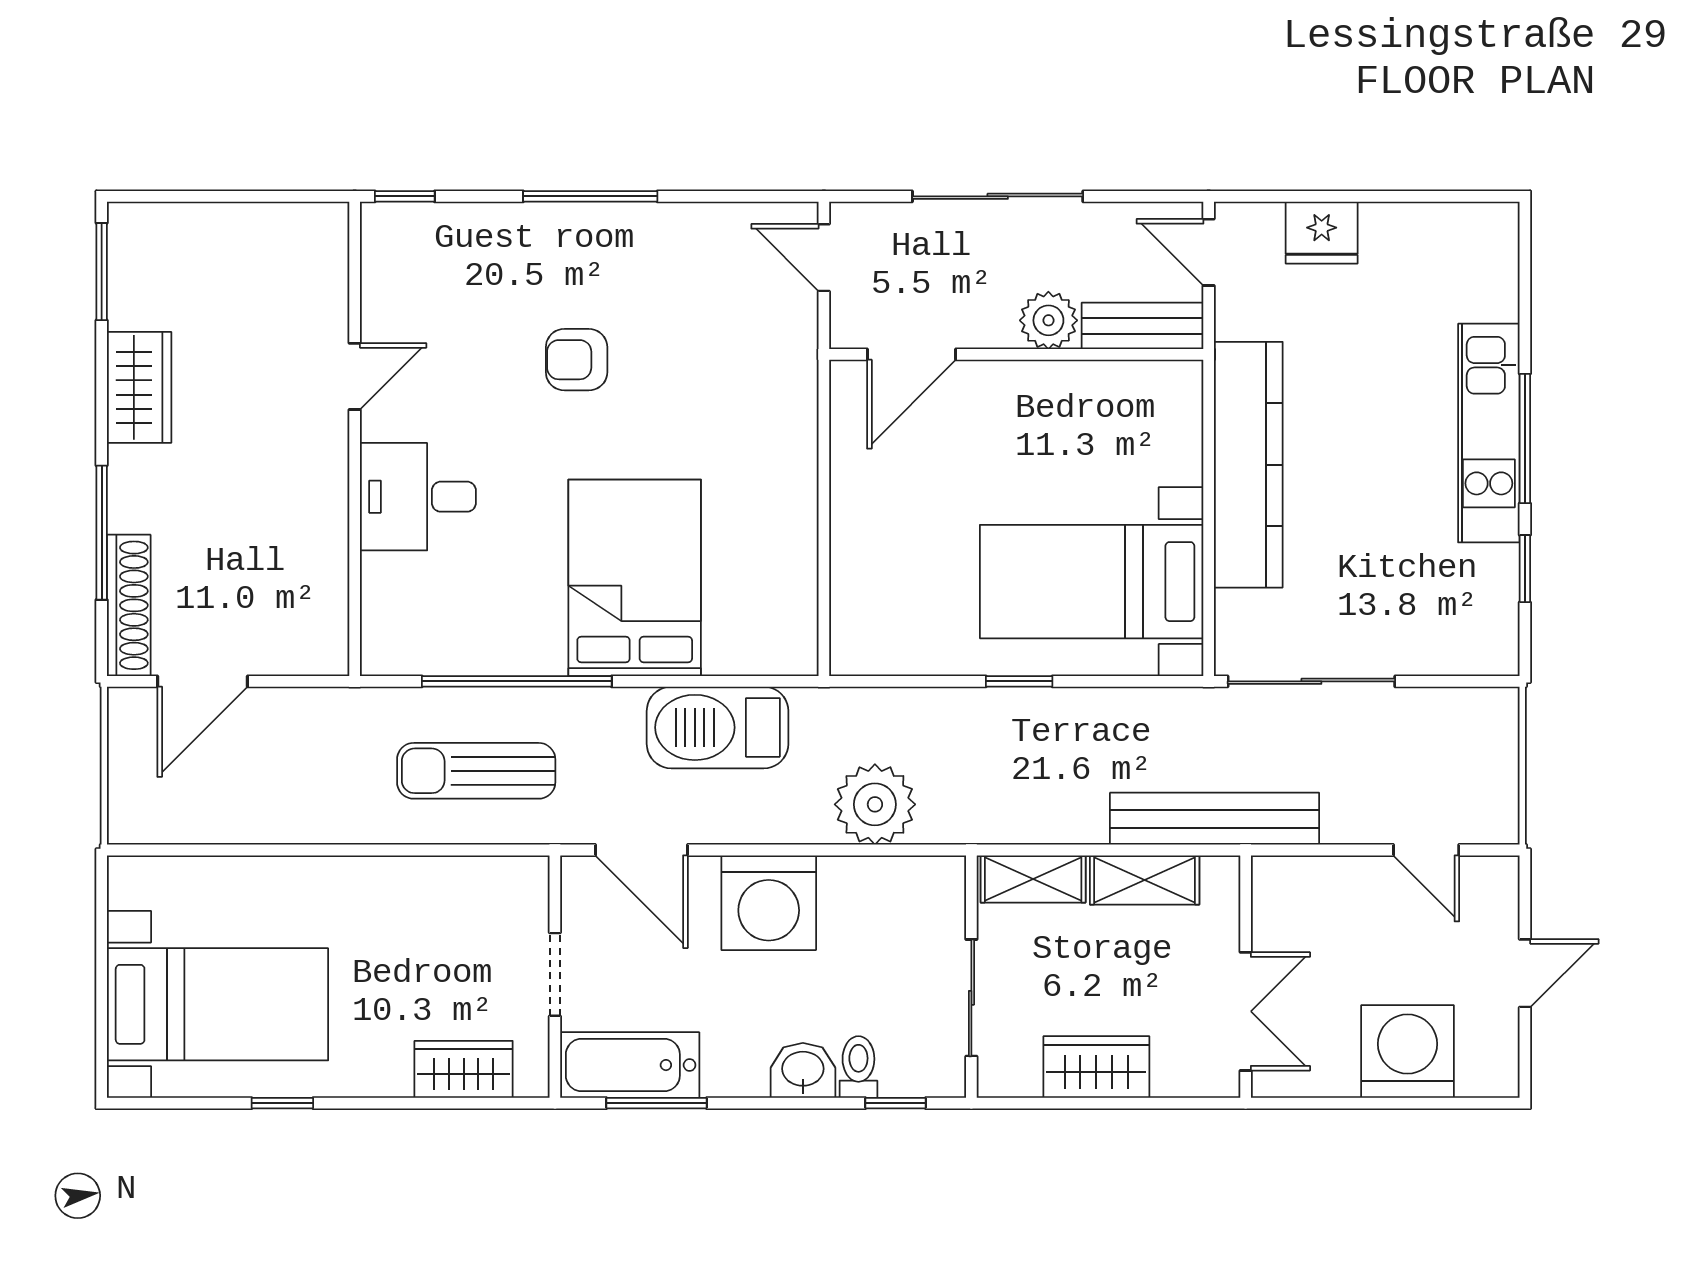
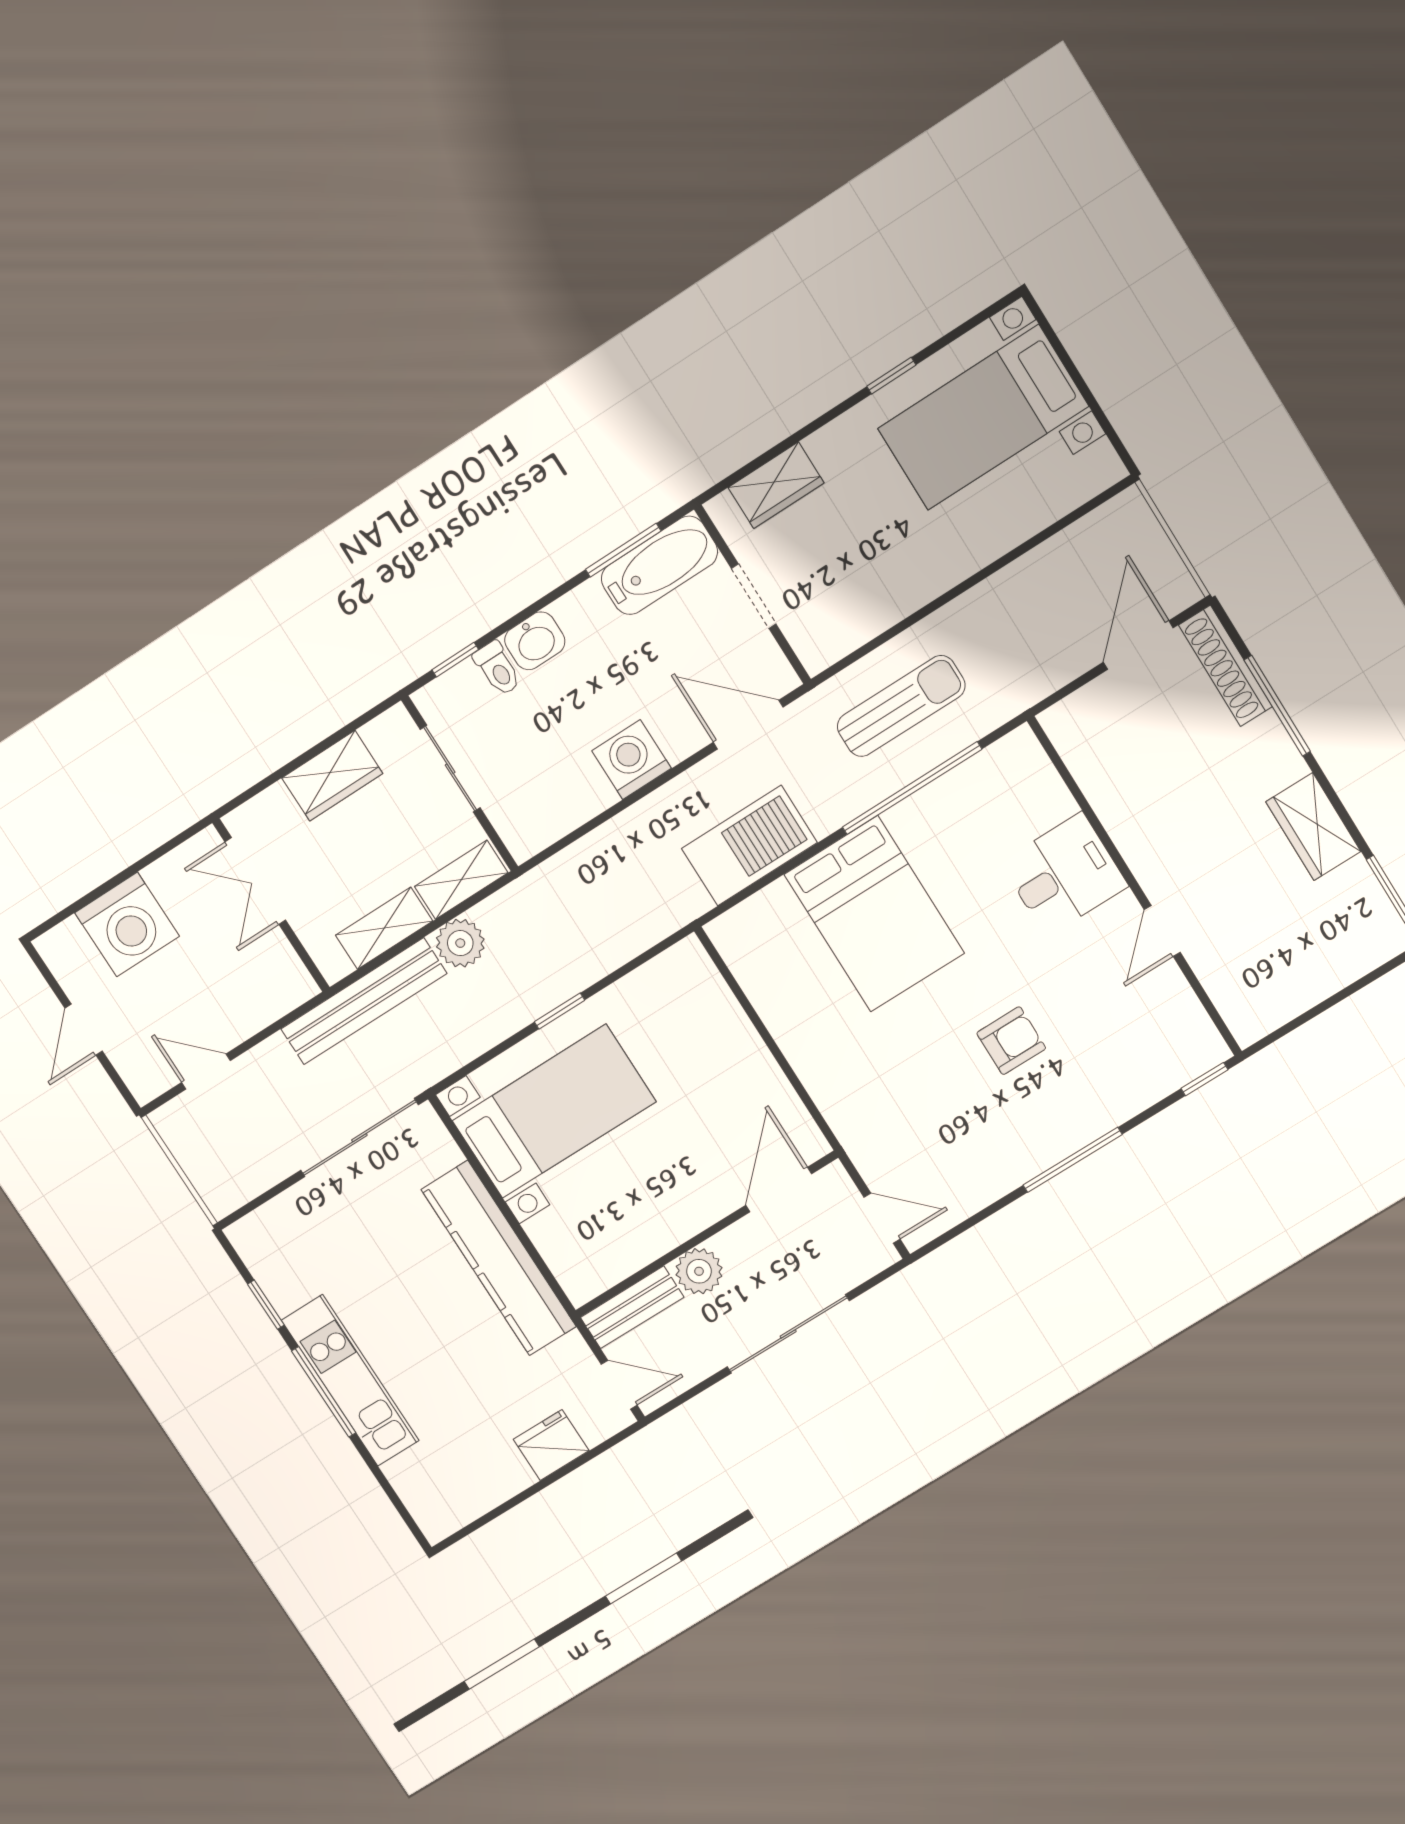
plant: (875, 804) -> (460, 943), moved, width x0.73, depth x0.73
washing machine: (769, 903) -> (632, 760), width x0.73, depth x0.73

